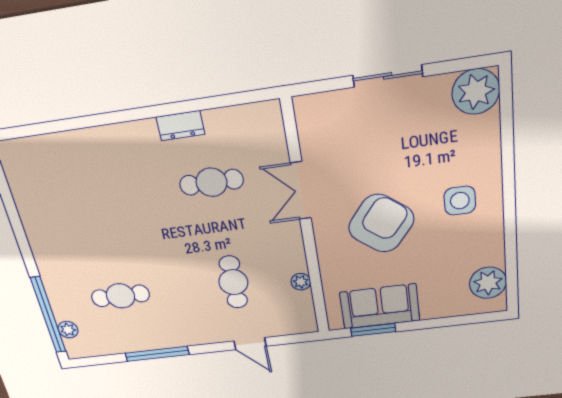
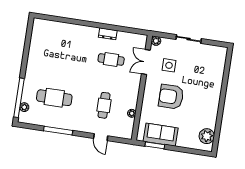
plant: (476, 92) -> (156, 41), moved, width x0.53, depth x0.53
double door: (301, 191) -> (146, 62), moved
side table: (460, 201) -> (169, 65), moved
armchair: (381, 223) -> (171, 97), turned -128
cafe table: (120, 296) -> (54, 98), width x1.37, depth x1.35

